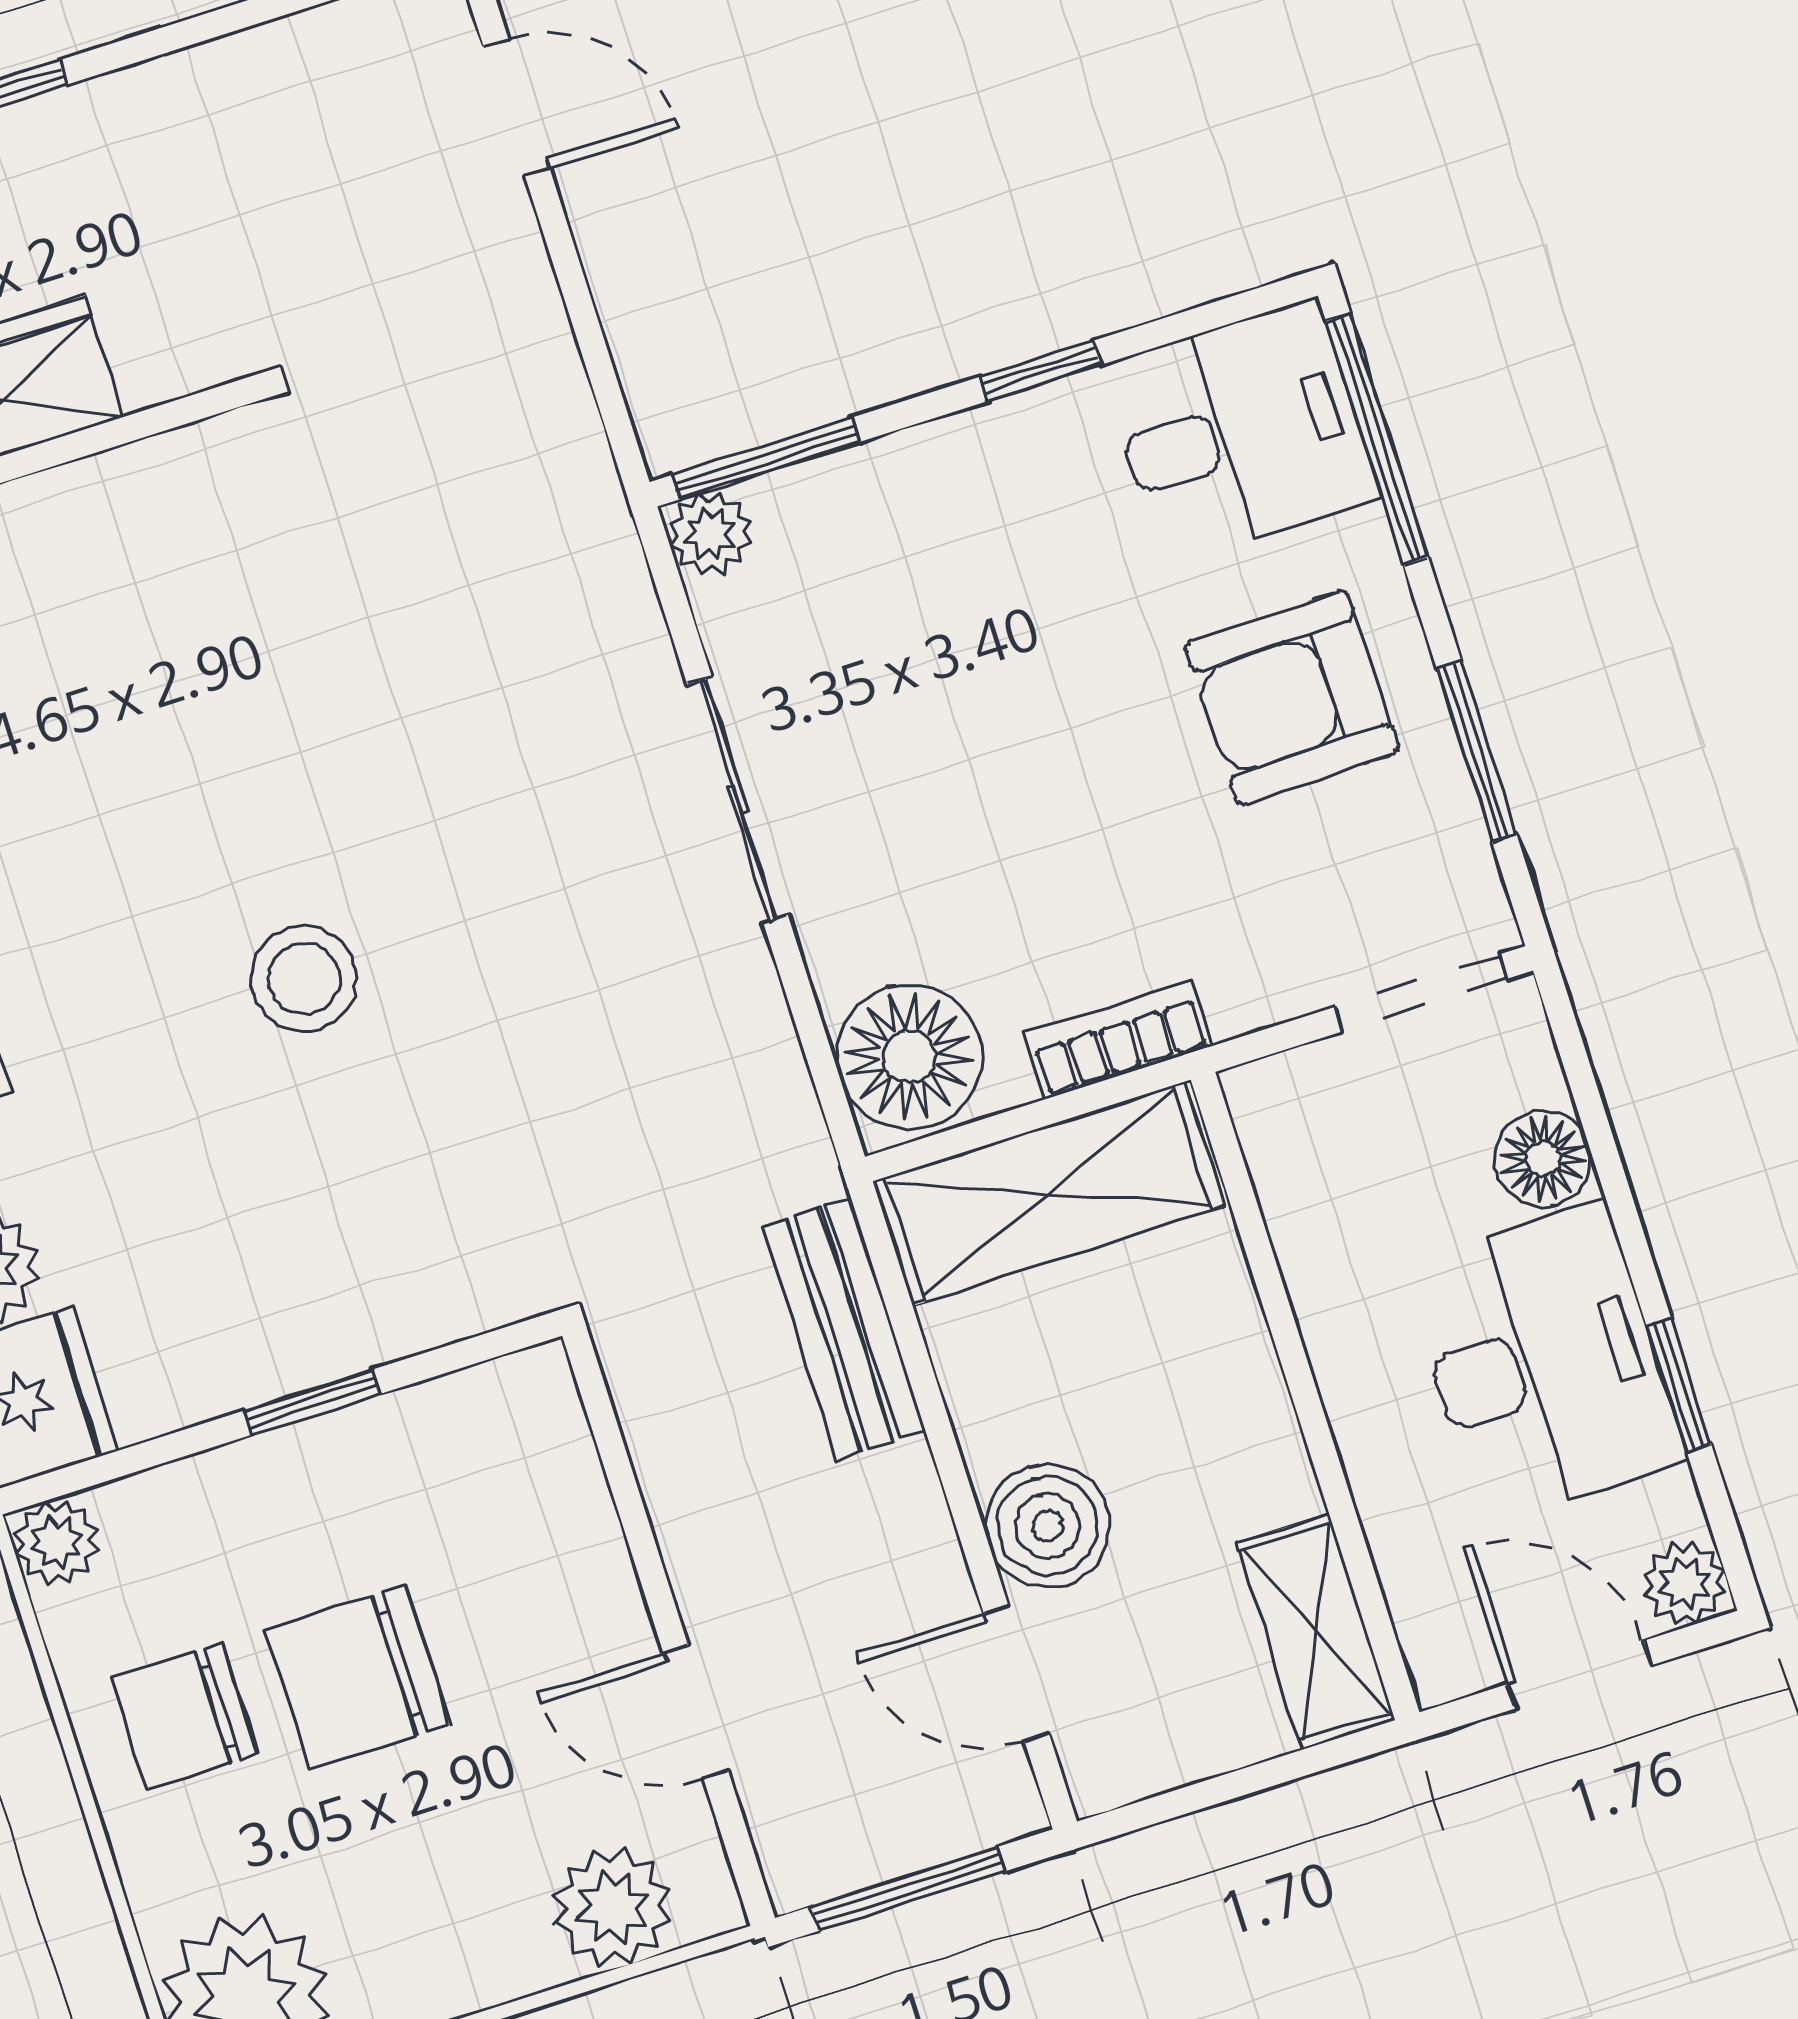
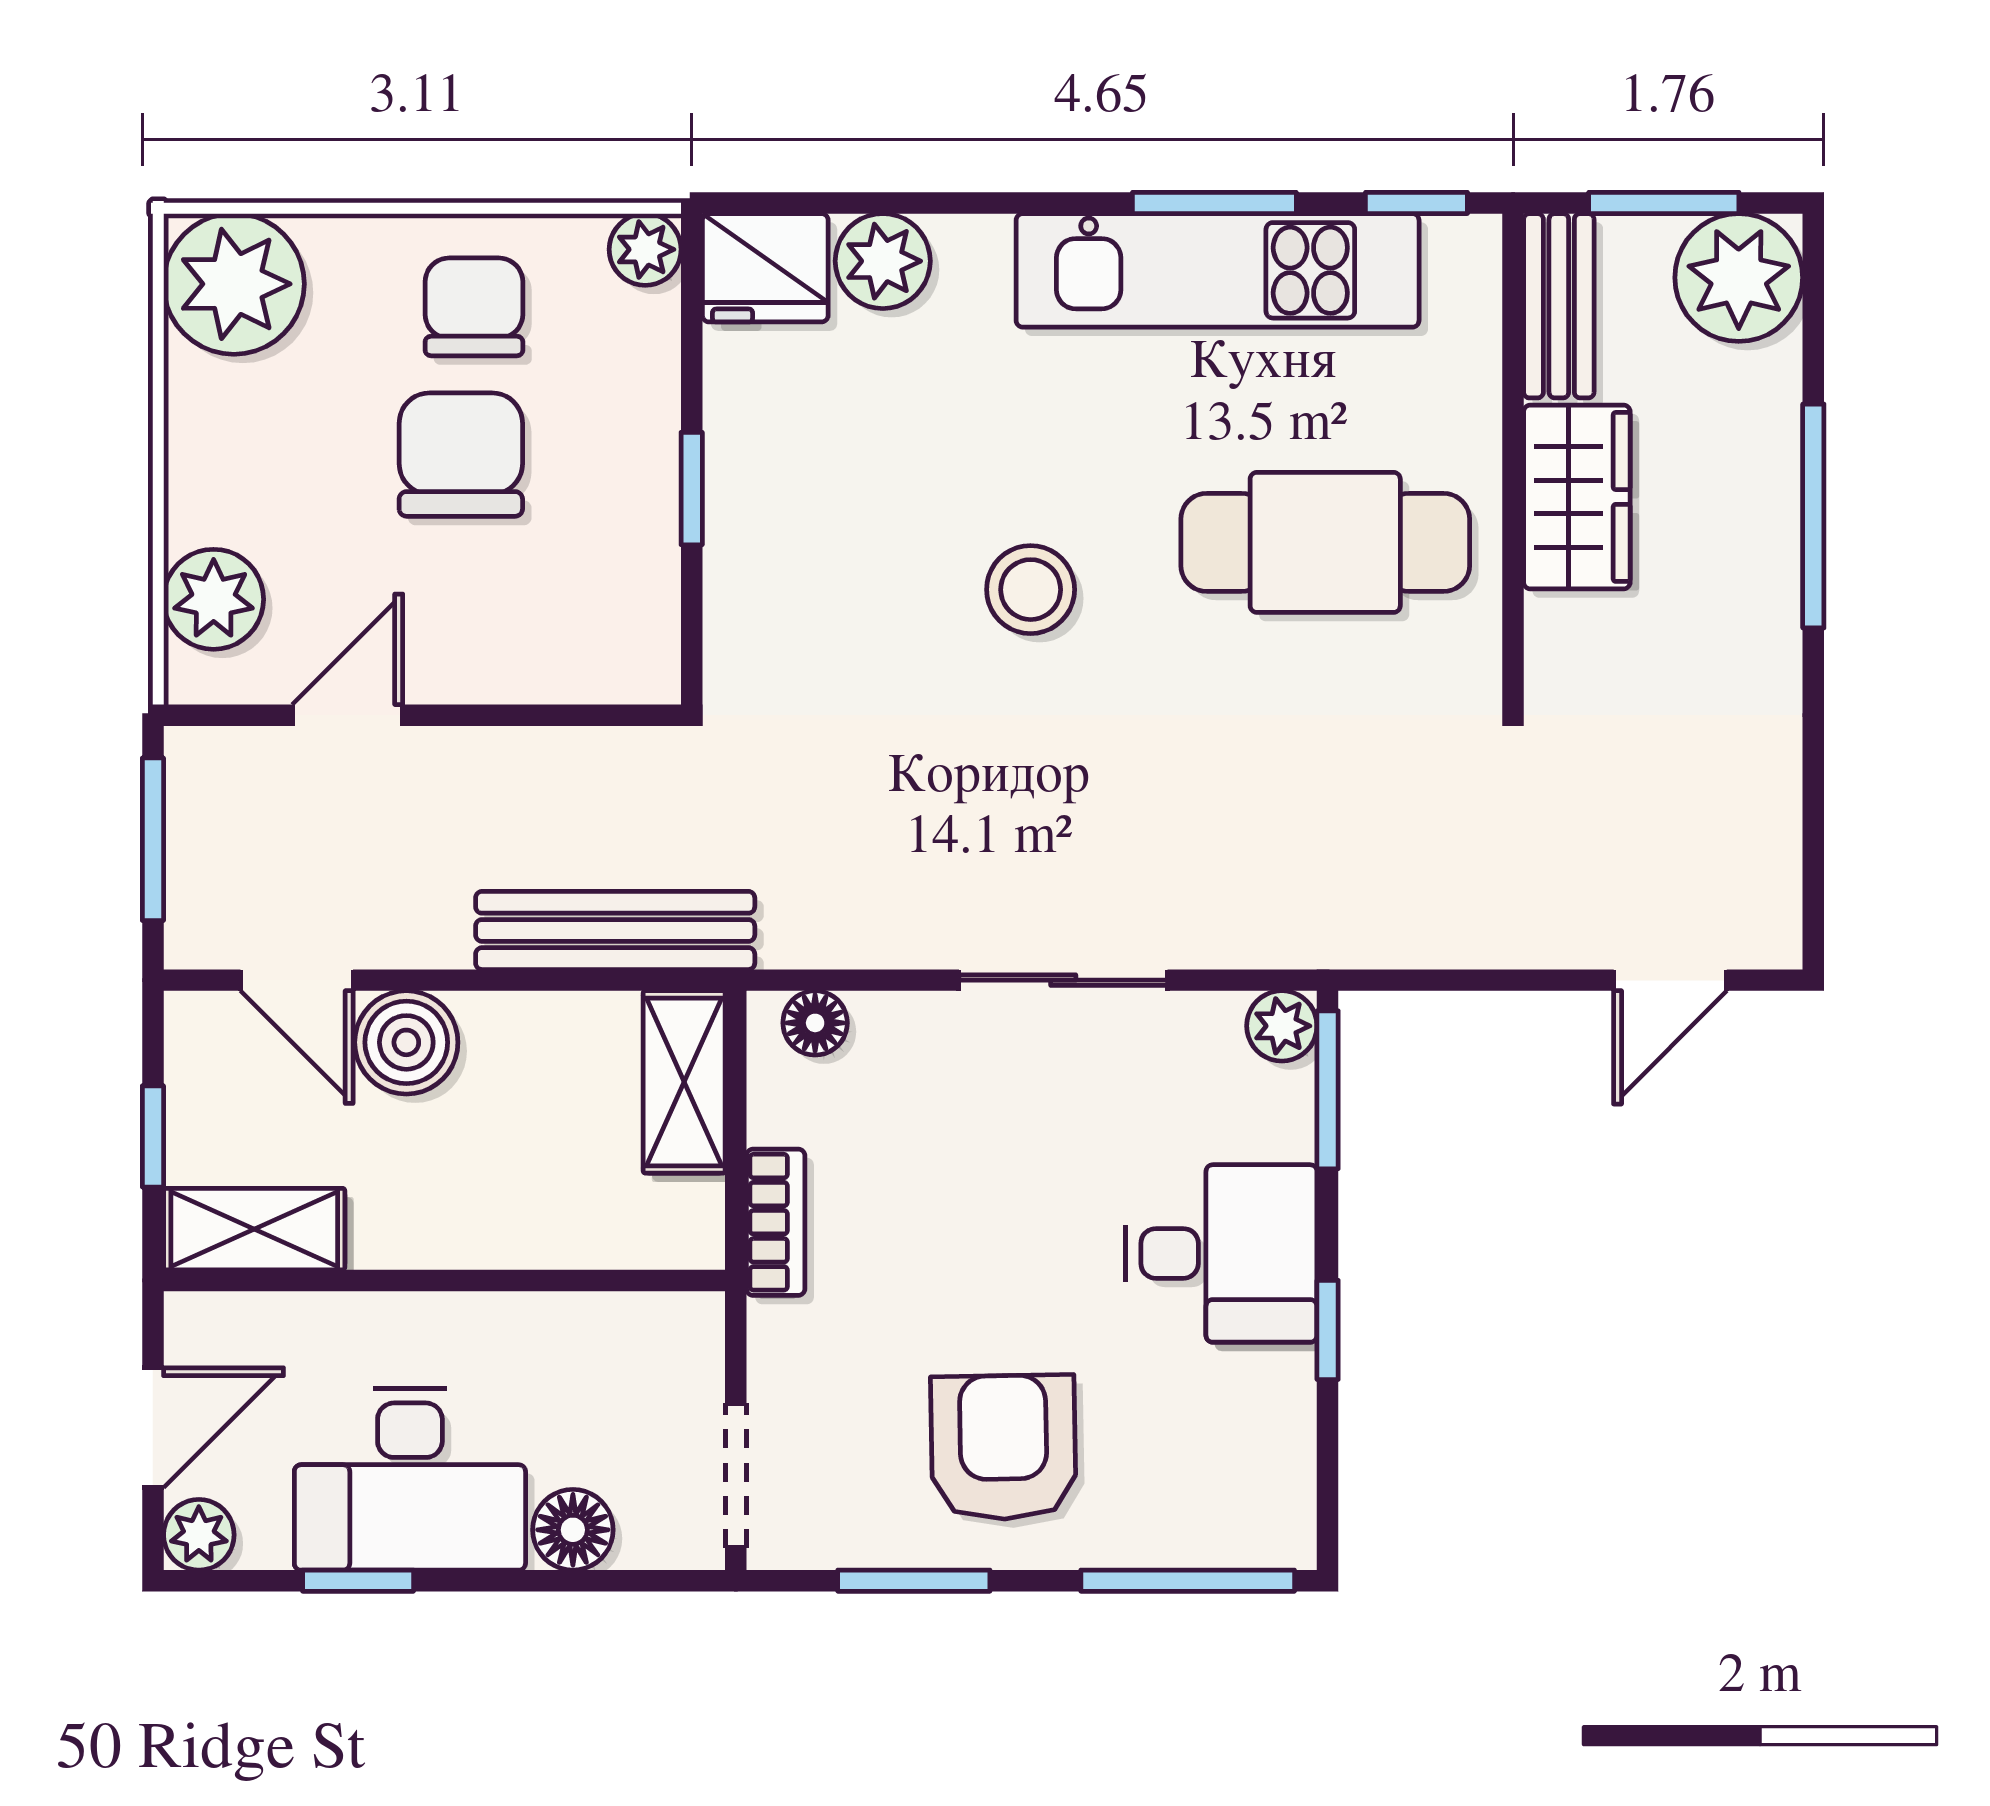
desk: (1241, 432) -> (1221, 1253), moved, turned -90
cafe table: (143, 660) -> (1325, 542), added
floor lamp: (909, 1057) -> (815, 1023), width x0.53, depth x0.53
shelving: (1049, 1194) -> (684, 1082), width x0.67, depth x0.75
bench: (844, 1329) -> (615, 930), width x1.36
door: (1016, 1674) -> (297, 980), swing flipped
window: (1247, 1781) -> (153, 1136), added

